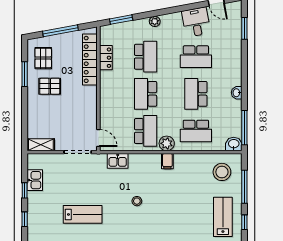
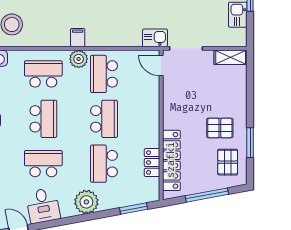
plant: (155, 21) -> (86, 202), width x1.87, depth x1.87
kitchen sink: (118, 161) -> (155, 38), moved

